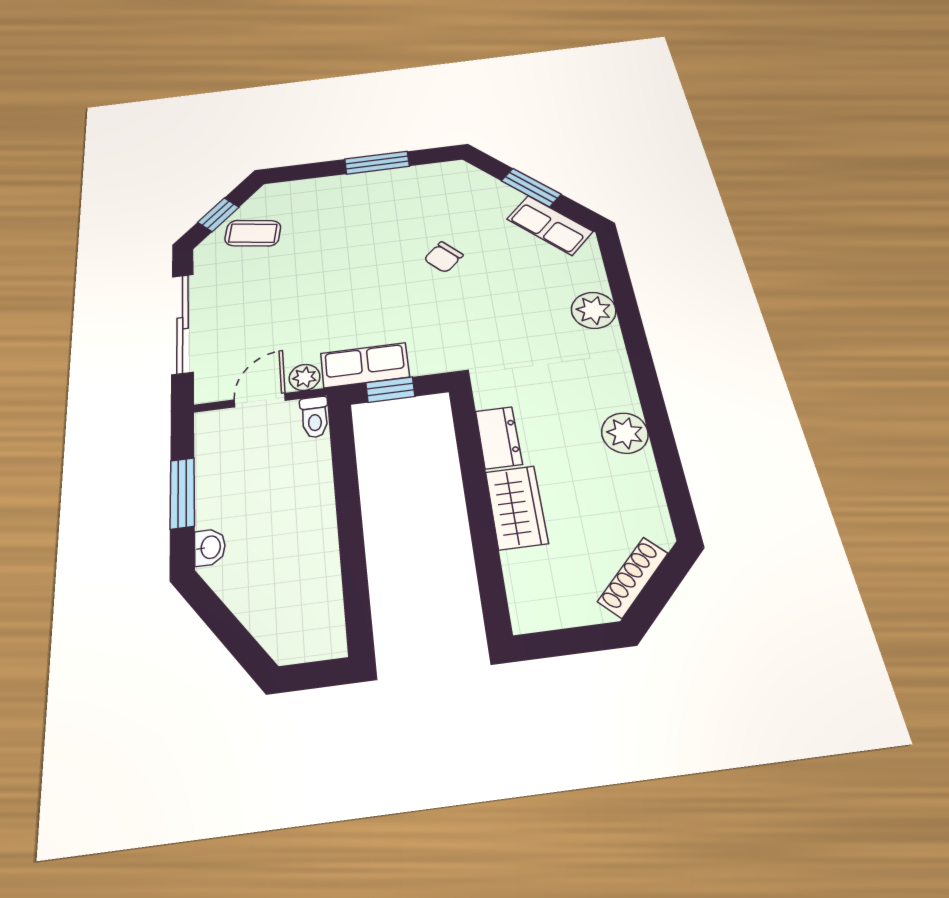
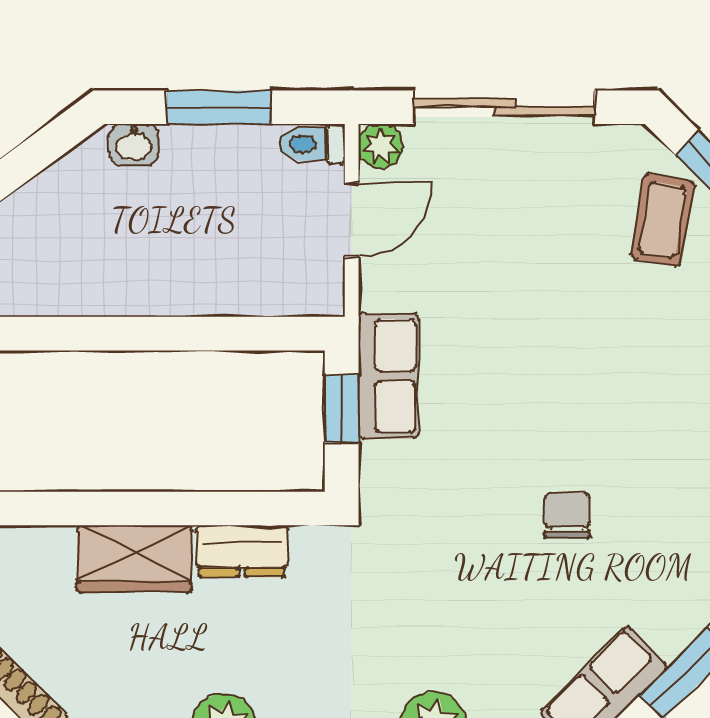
chair: (443, 257) -> (567, 515), turned 44
plant: (305, 377) -> (381, 146), moved
door: (260, 400) -> (352, 220), hinge flipped
toilet: (315, 417) -> (312, 144), moved

